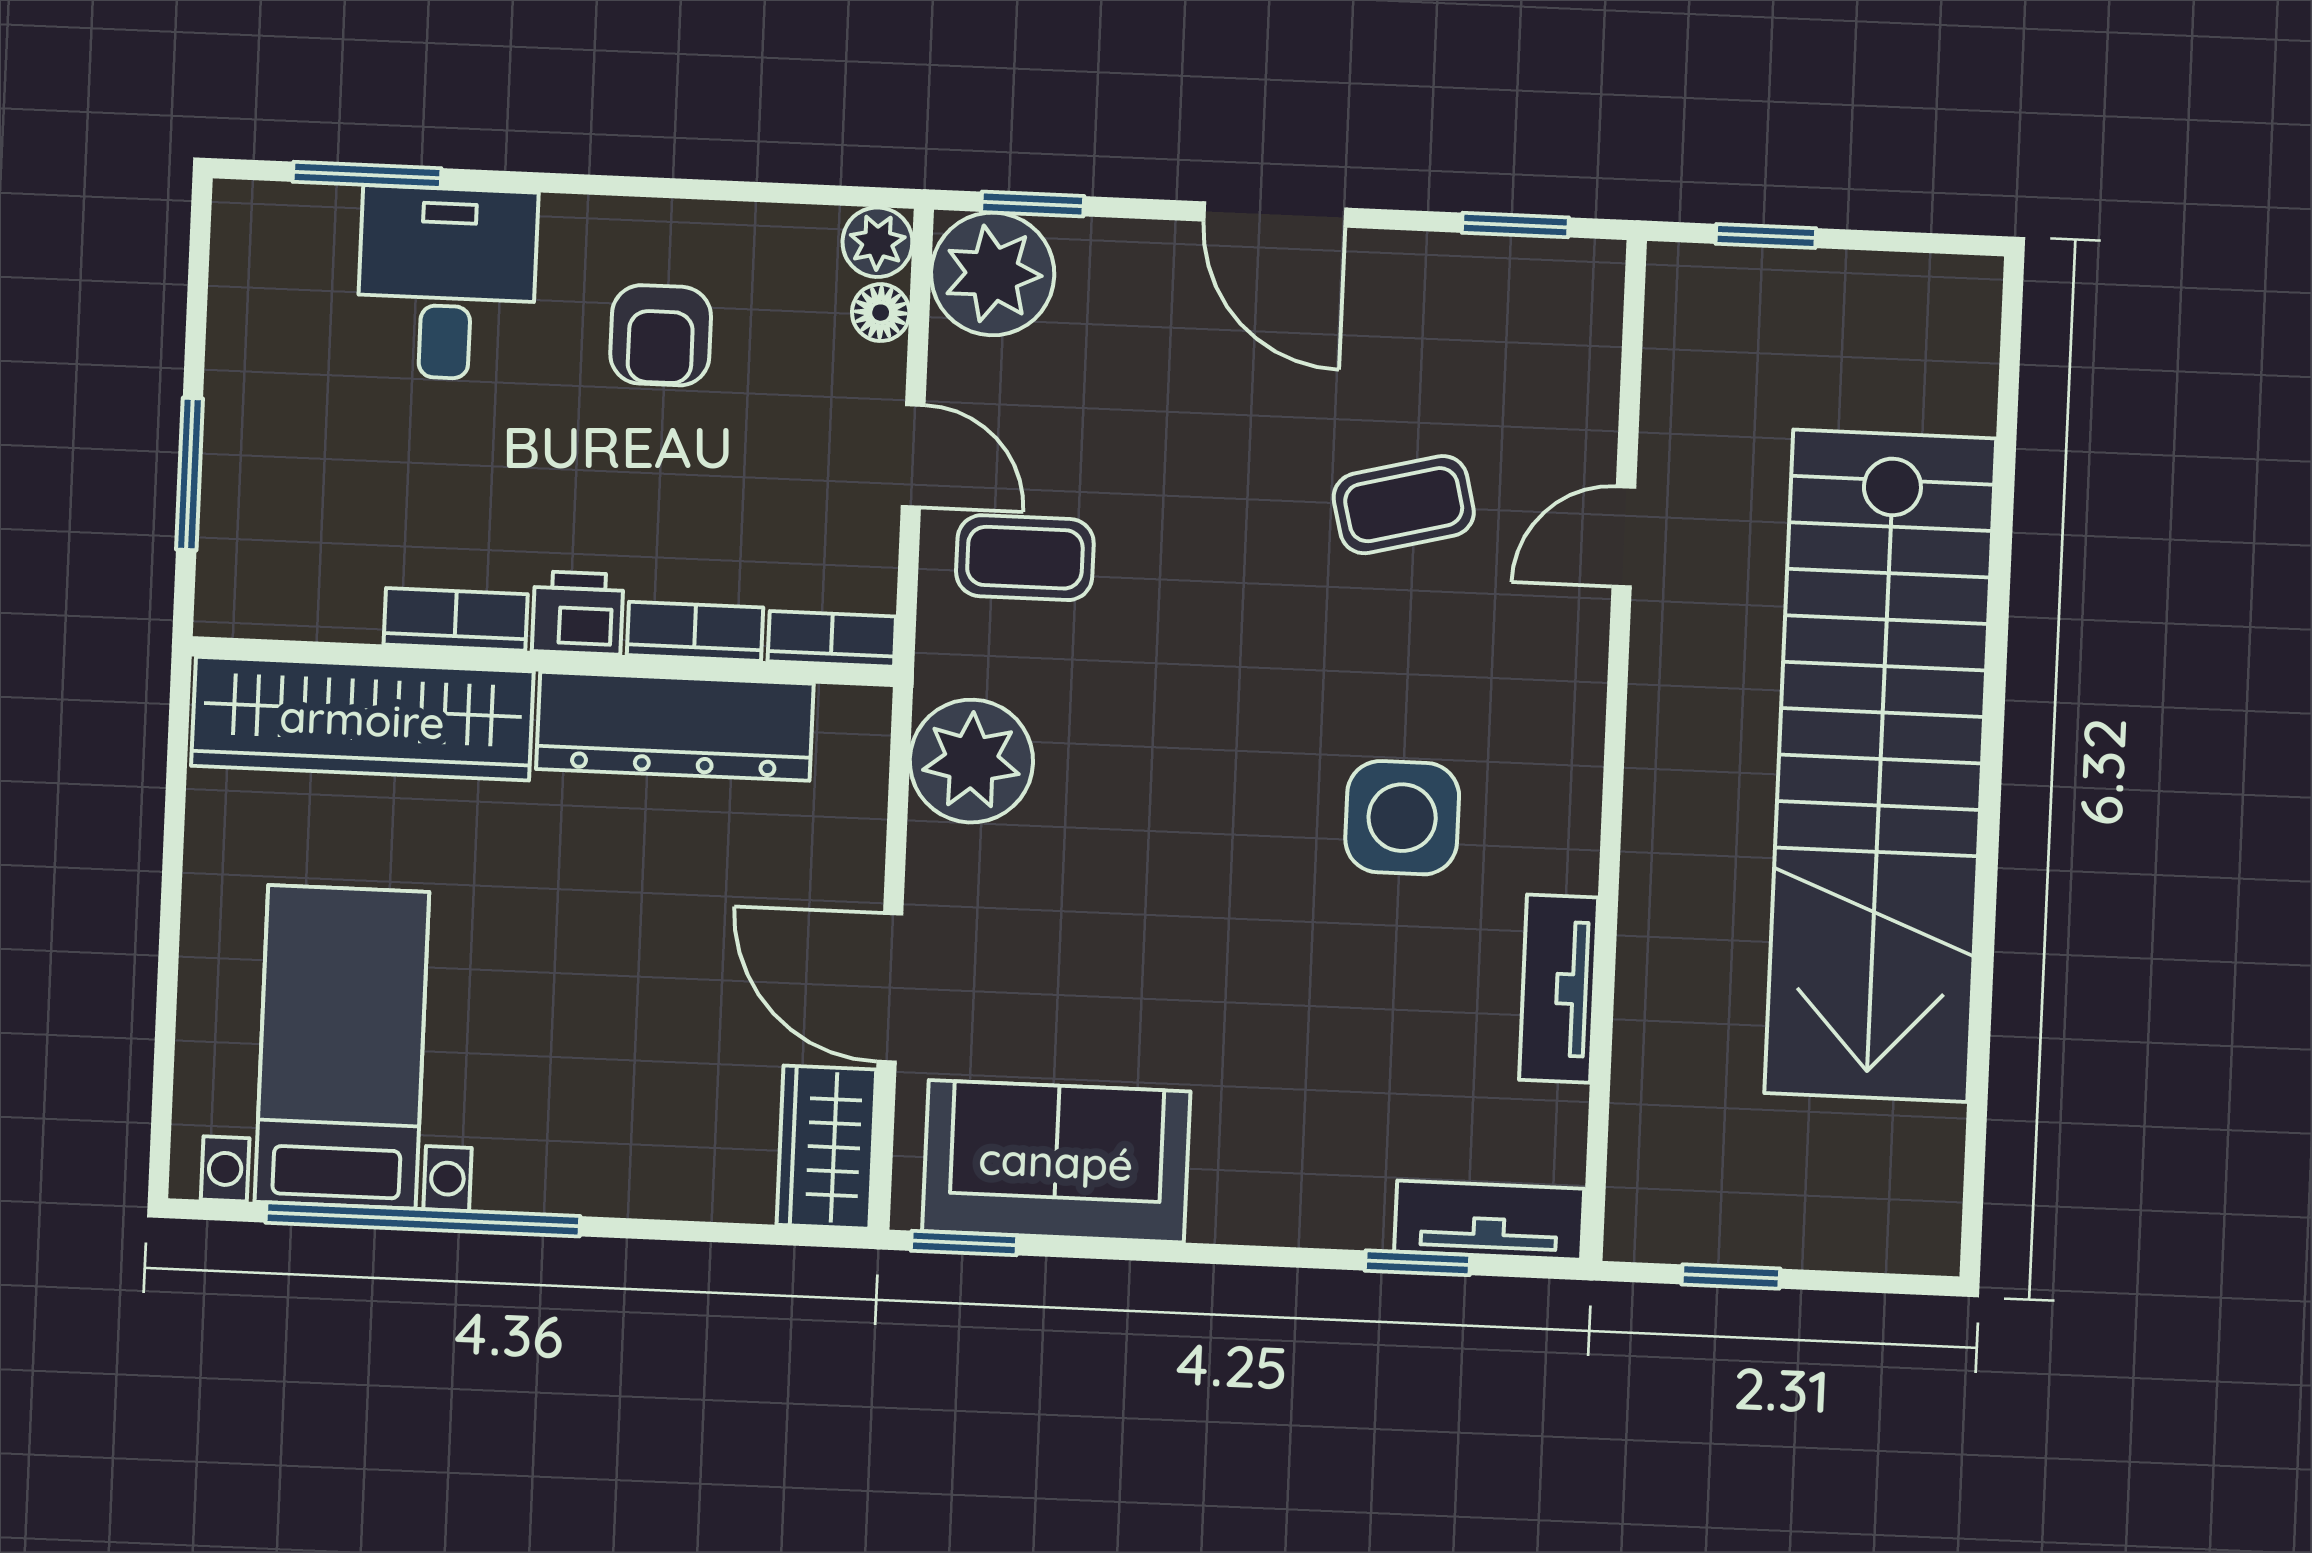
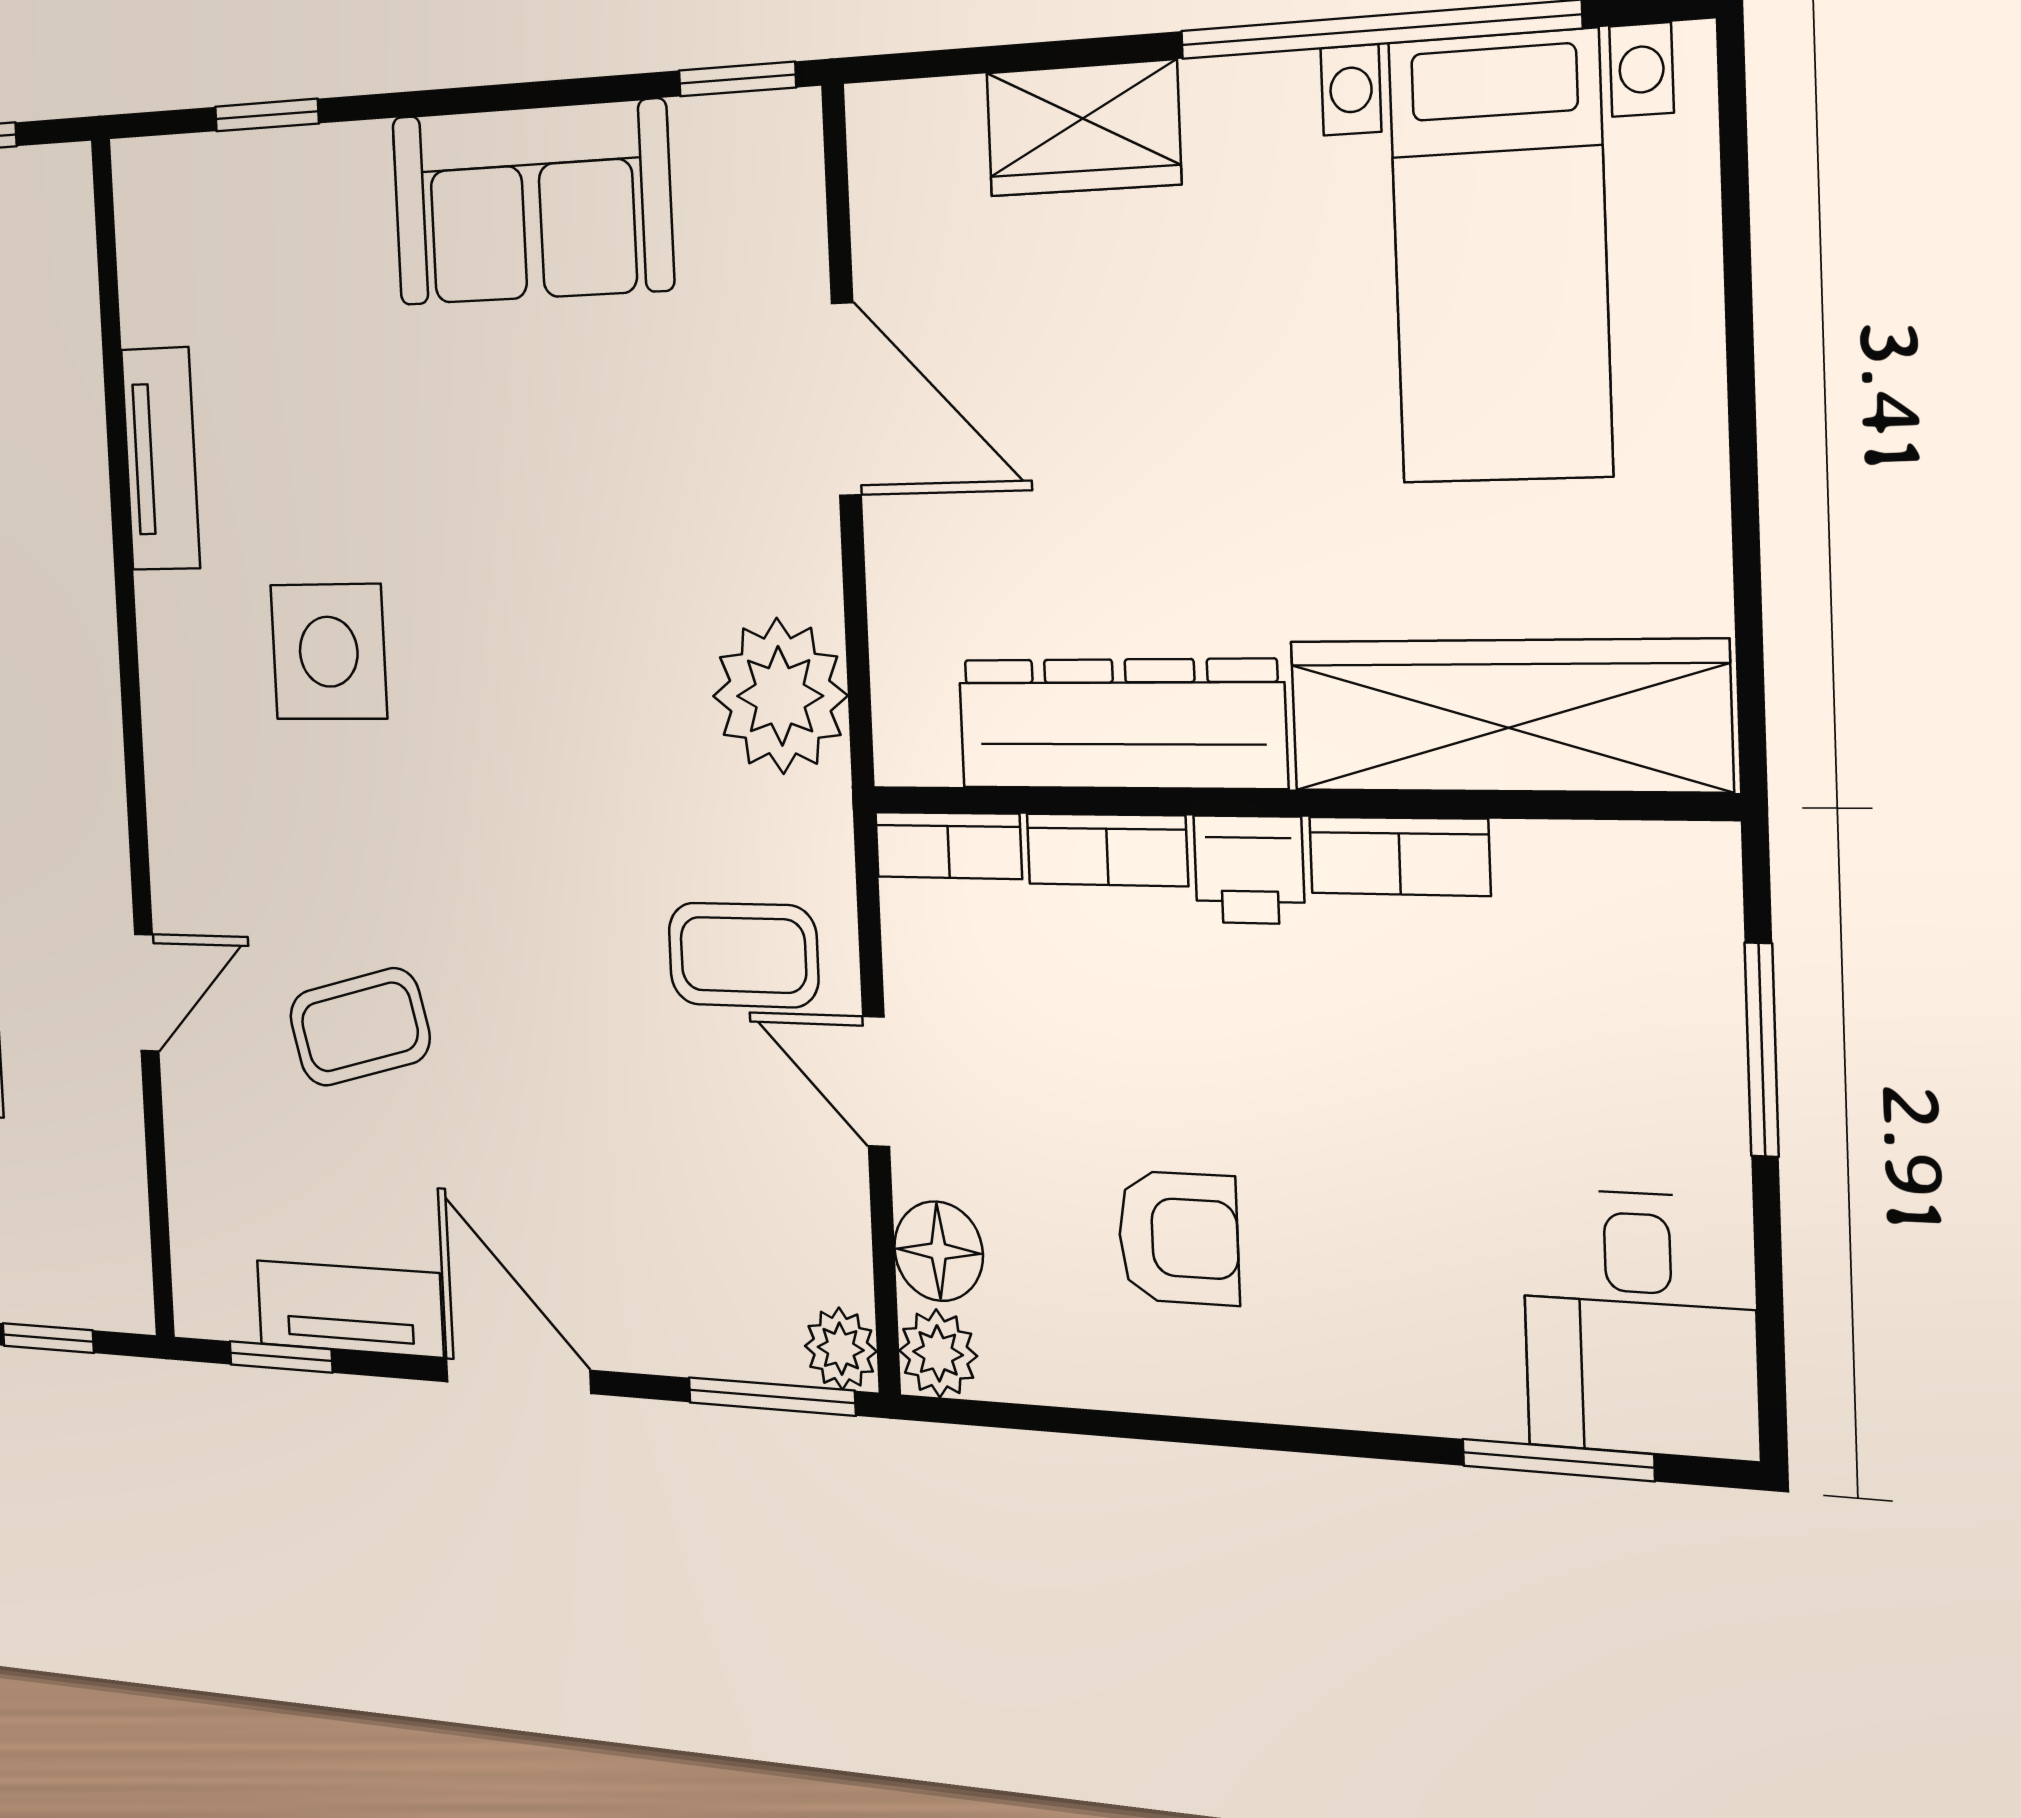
window: (1033, 204) -> (772, 1397), width x1.50
plant: (993, 274) -> (841, 1349), width x0.53, depth x0.53
desk: (447, 283) -> (1640, 1323), moved
floor lamp: (881, 313) -> (939, 1251), width x1.37, depth x1.37
armchair: (661, 335) -> (1178, 1238), turned 90
wardrobe: (826, 1147) -> (1083, 128), moved, turned 90
sofa: (1056, 1161) -> (532, 203), moved
tv unit: (1489, 1220) -> (350, 1309), moved, turned 180

